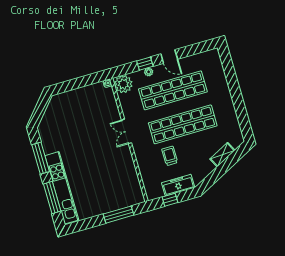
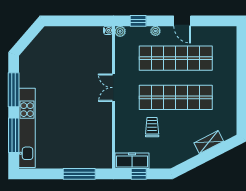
window: (145, 64) -> (138, 21), moved
plant: (123, 84) -> (120, 31), width x0.53, depth x0.53
freezer: (178, 185) -> (132, 161), moved

